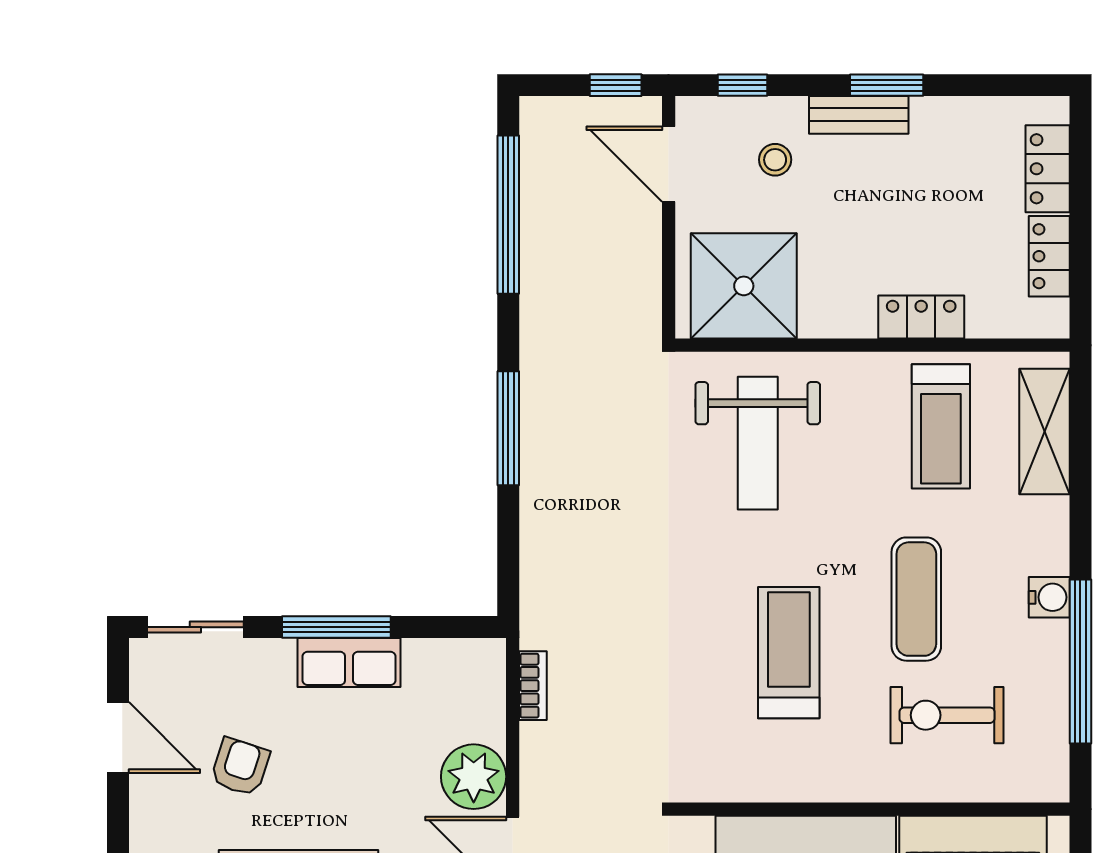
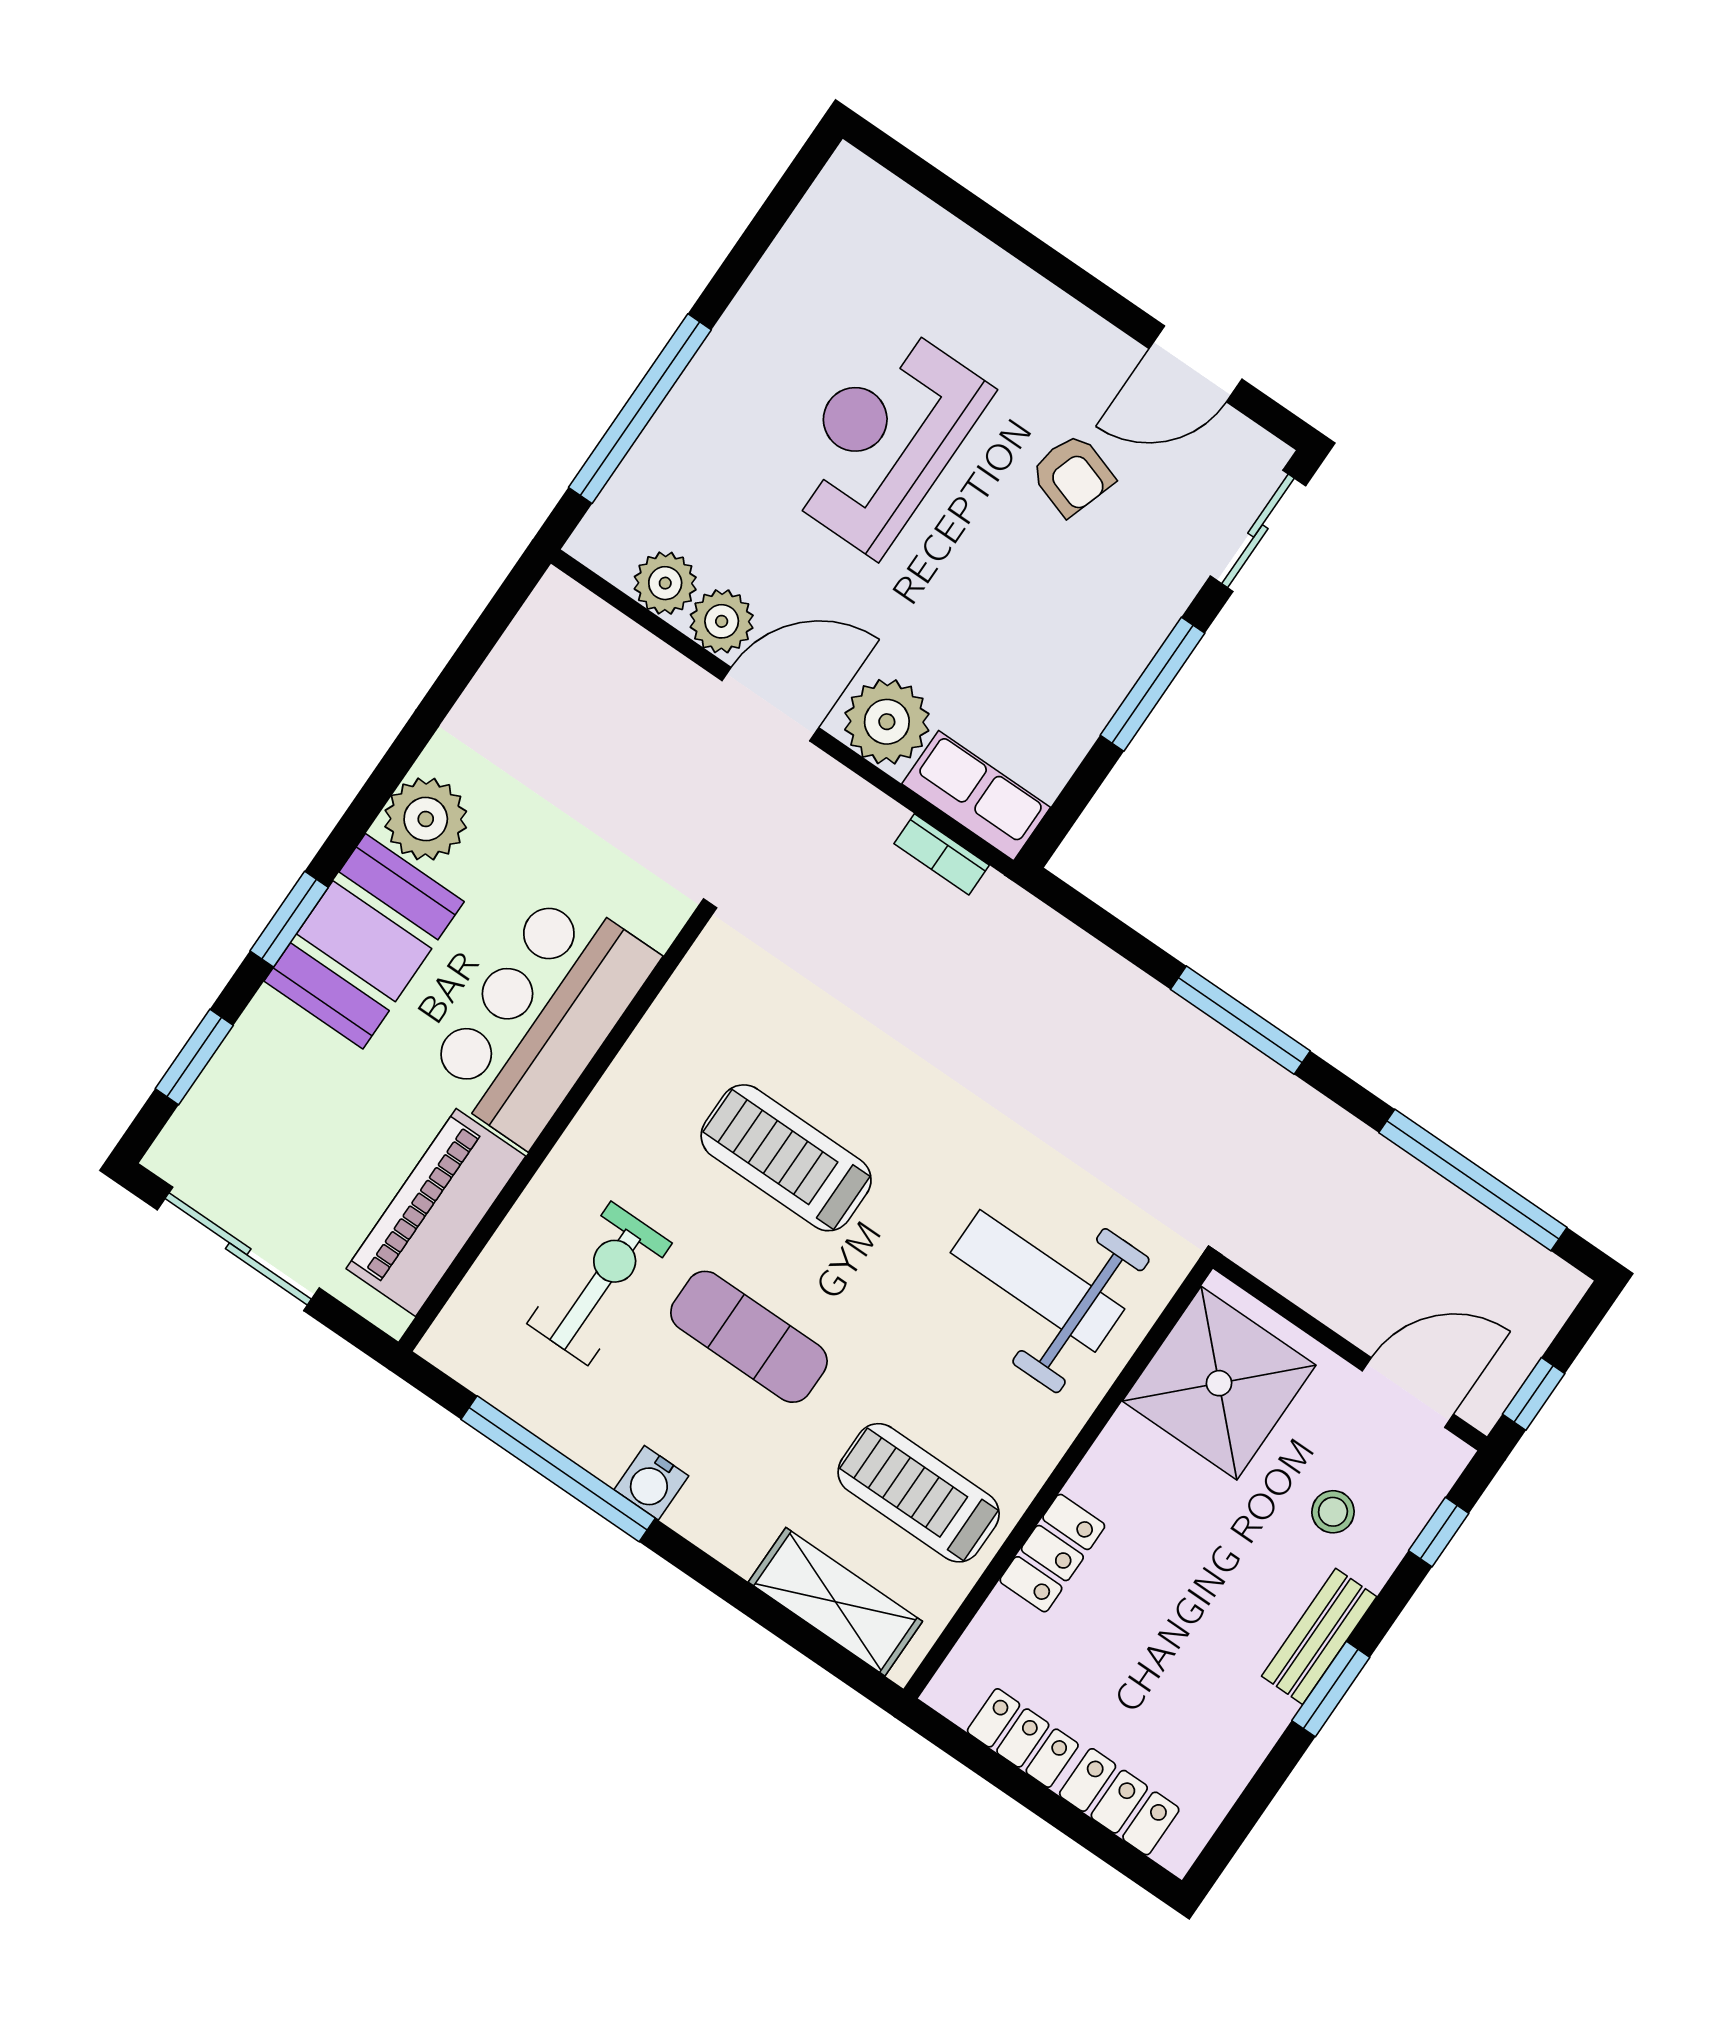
treadmill: (789, 653) -> (786, 1158), turned 180
row of seats: (349, 662) -> (976, 796), moved, turned 90

